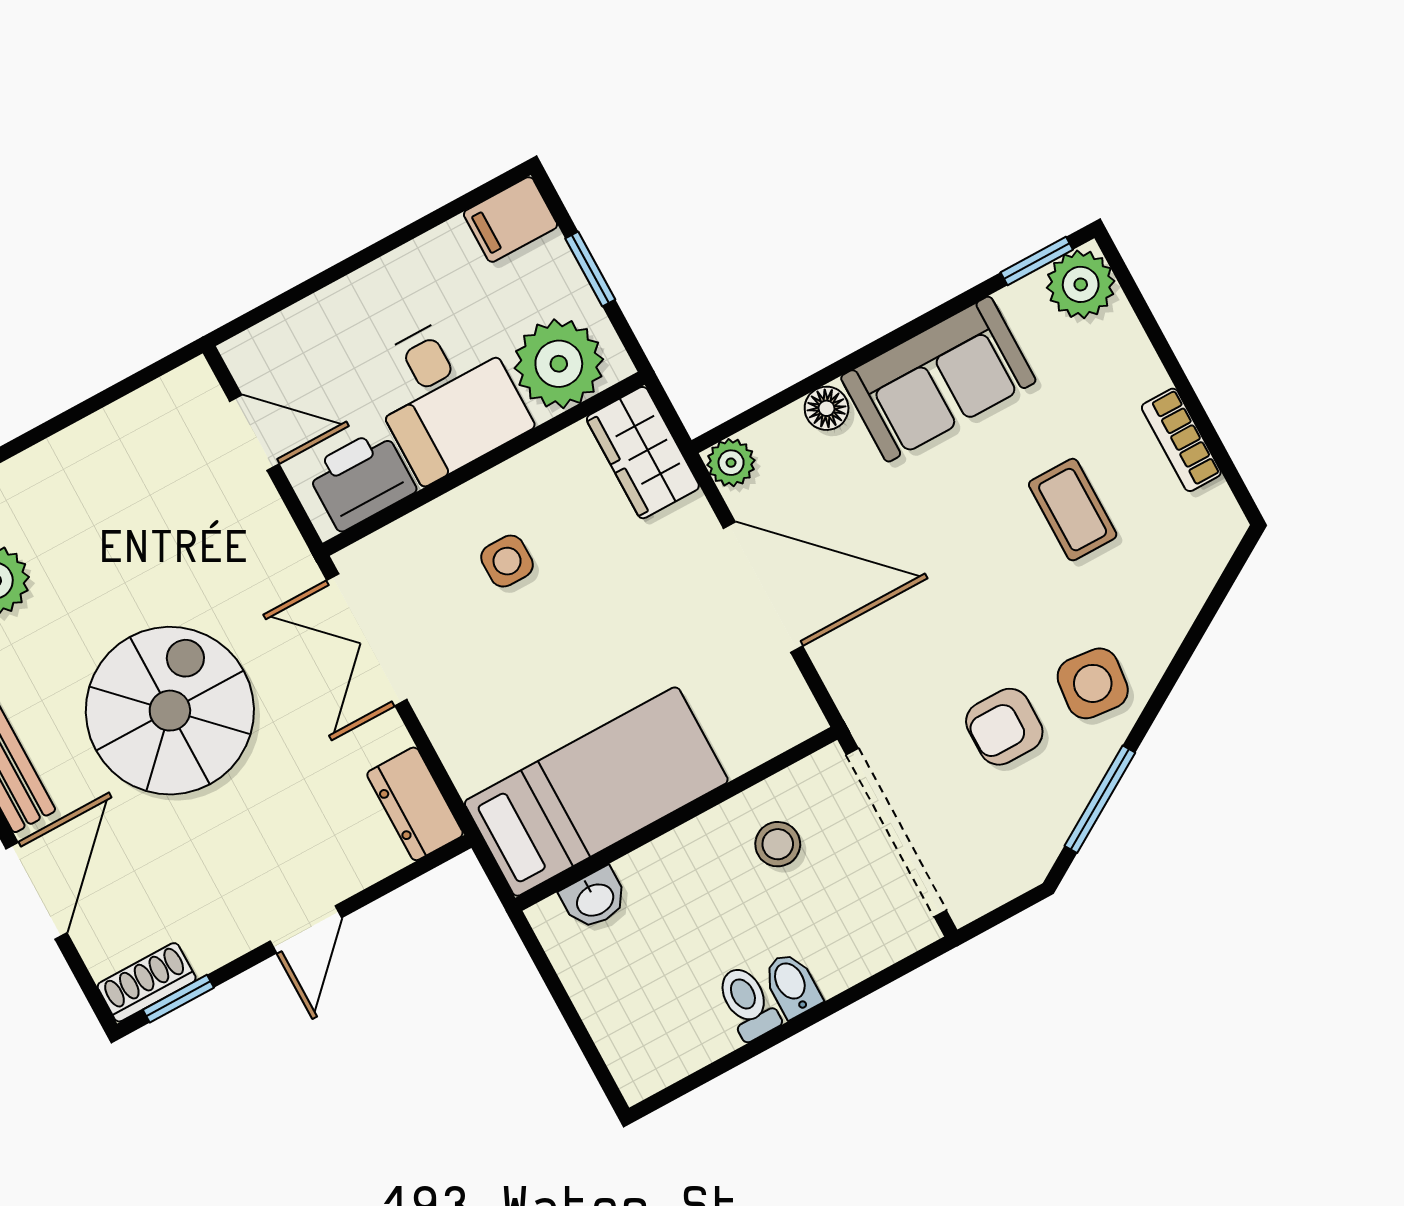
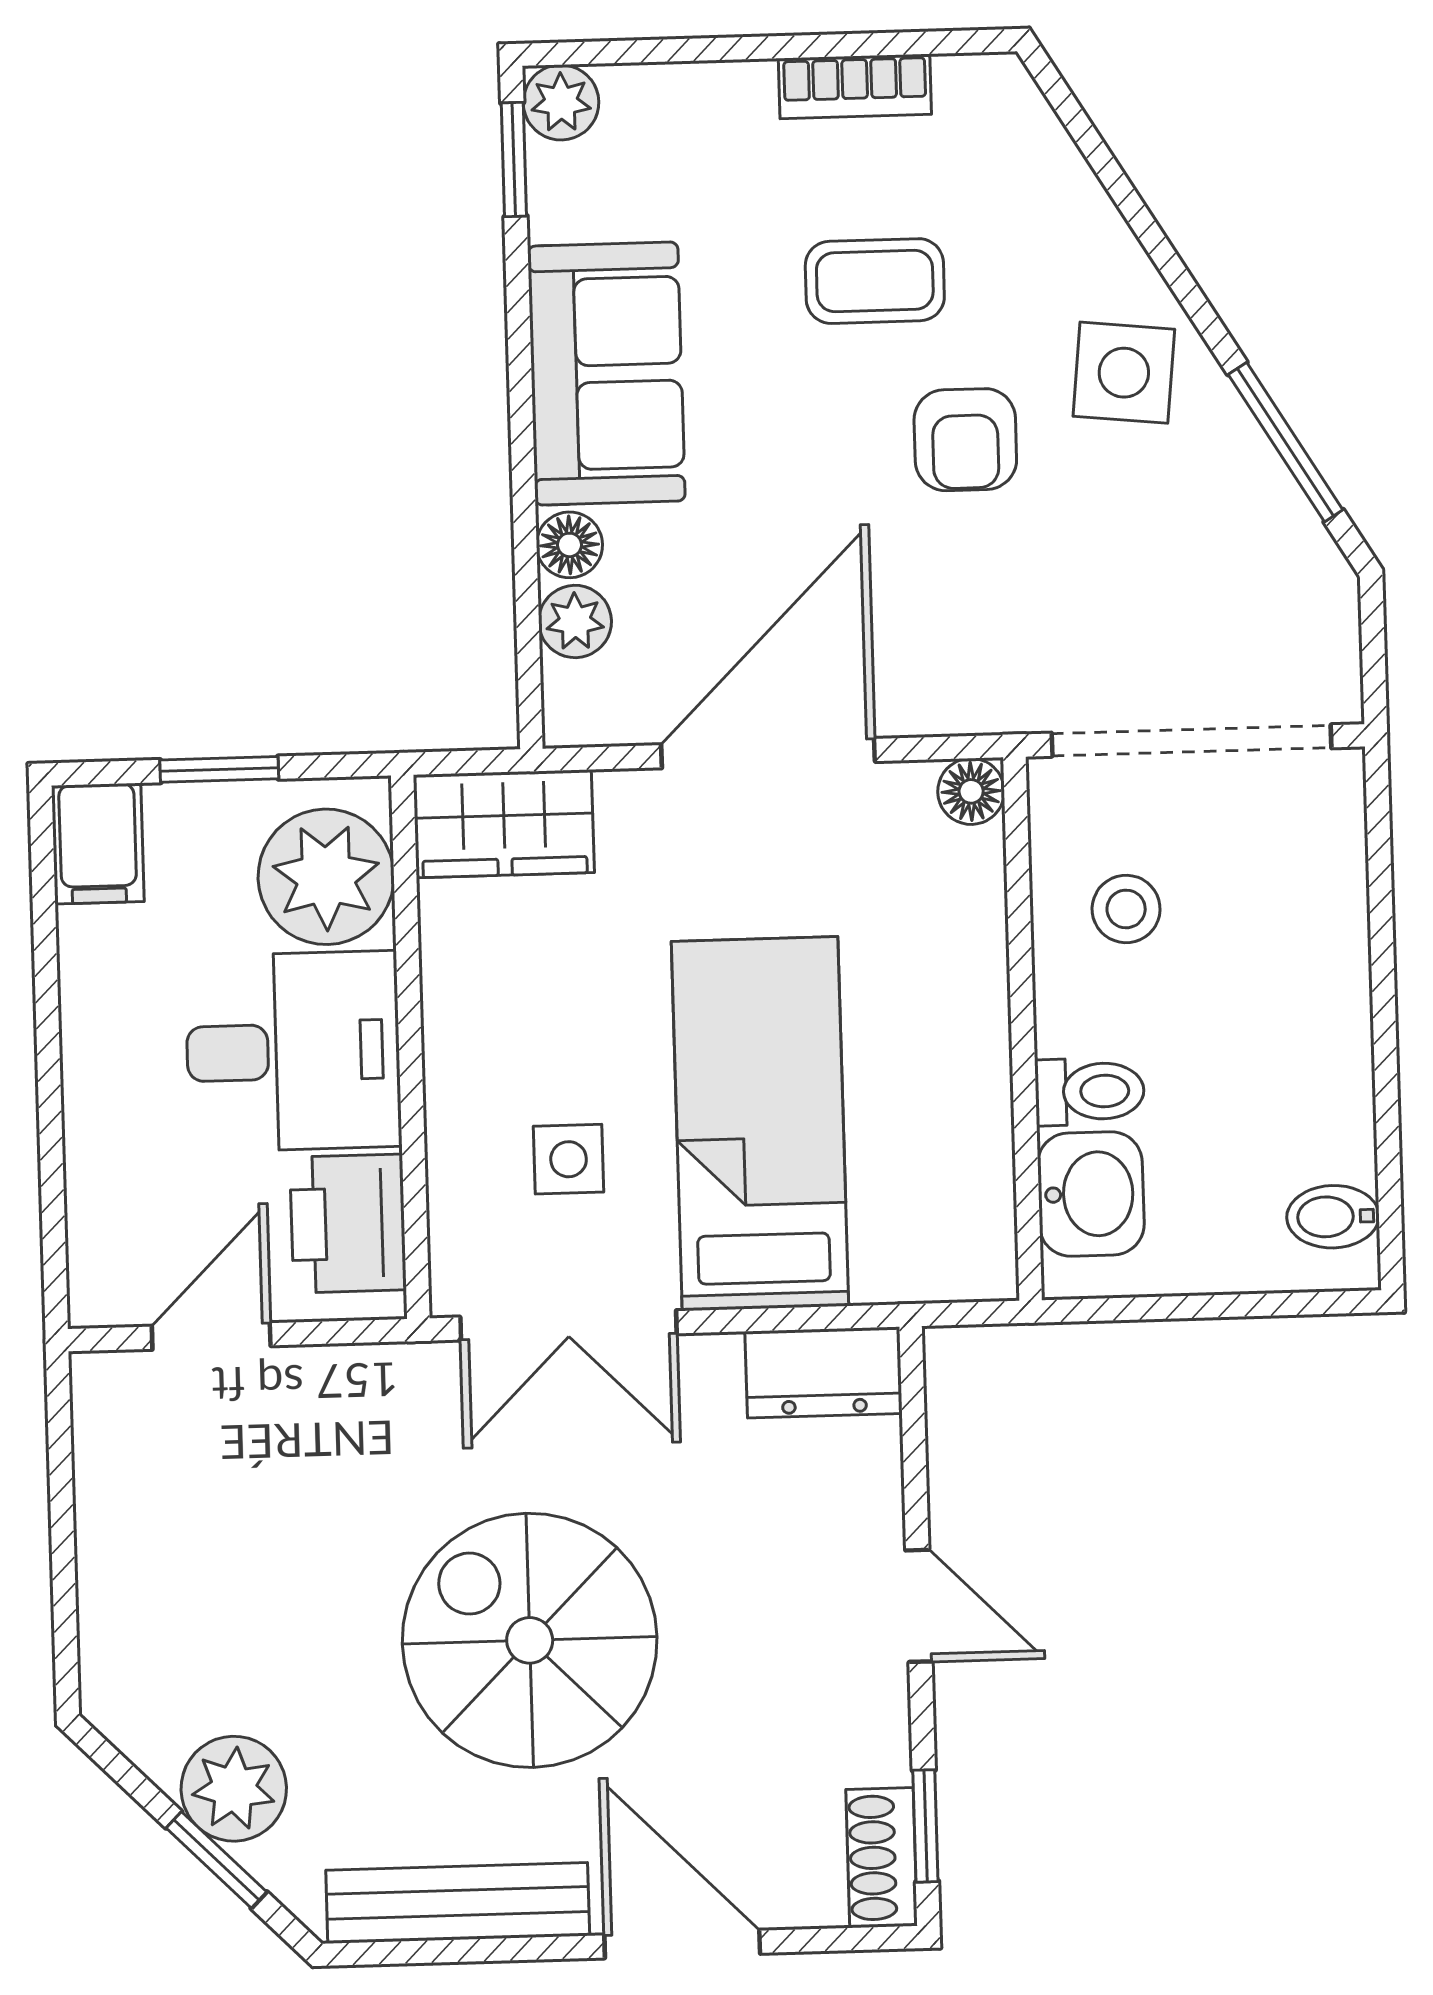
plant: (1081, 284) -> (561, 102), width x0.73, depth x0.73
plant: (731, 463) -> (575, 621), moved
side table: (507, 561) -> (569, 1159), moved
floor lamp: (801, 718) -> (971, 791), added
armchair: (1004, 727) -> (965, 440), moved
bed: (596, 792) -> (760, 1124), moved
washbasin: (594, 899) -> (1091, 1194), width x1.38, depth x1.45
bidet: (792, 985) -> (1333, 1217), moved
toilet: (748, 1003) -> (1090, 1091), moved, turned 180

